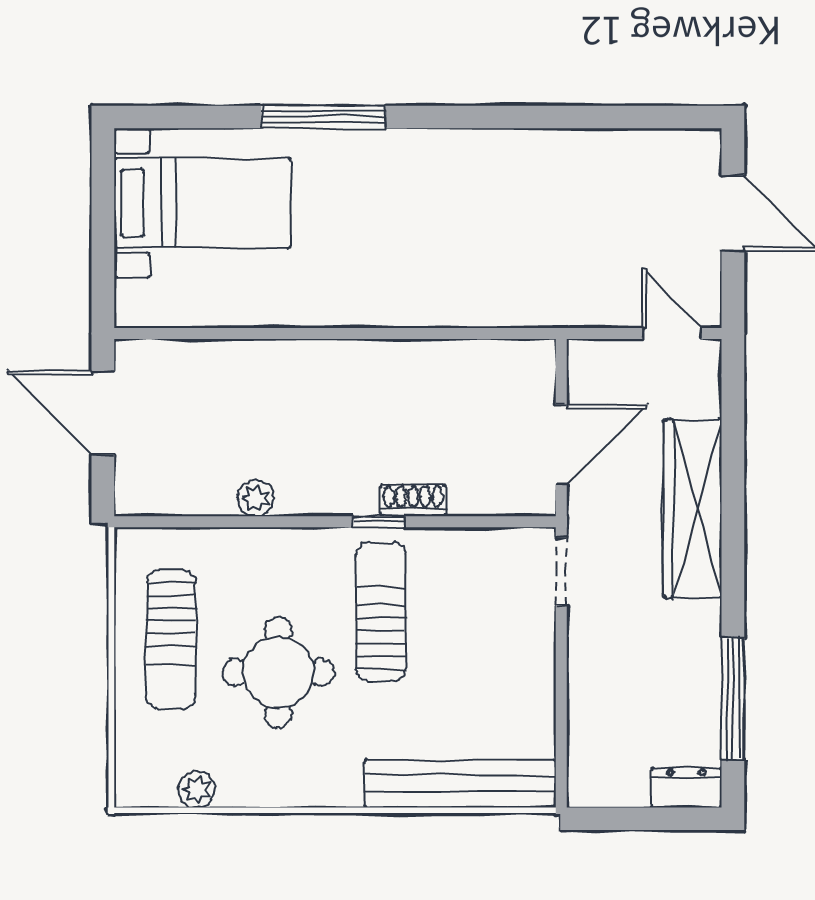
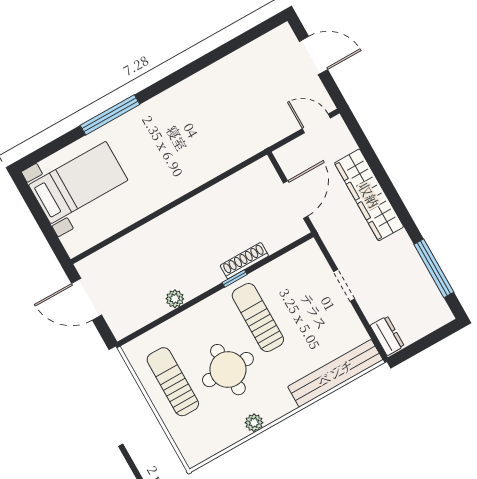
shoe rack: (413, 500) -> (244, 261), width x1.43
doorway: (561, 571) -> (344, 285), moved
sun lounger: (171, 640) -> (173, 382), turned 180
dresser: (687, 788) -> (387, 336), moved, turned 90
plant: (197, 790) -> (254, 423), moved

